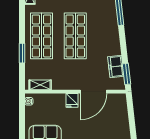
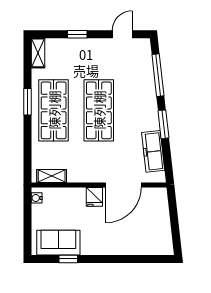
window: (22, 53) -> (27, 102), moved
freezer: (116, 67) -> (153, 151), width x1.40
window: (127, 74) -> (163, 124), moved

